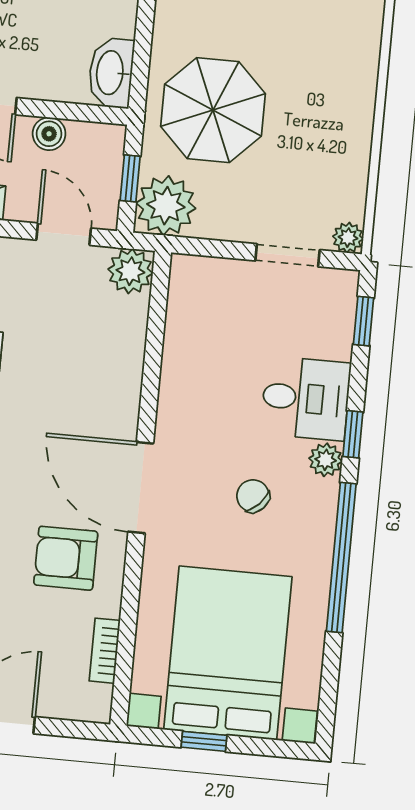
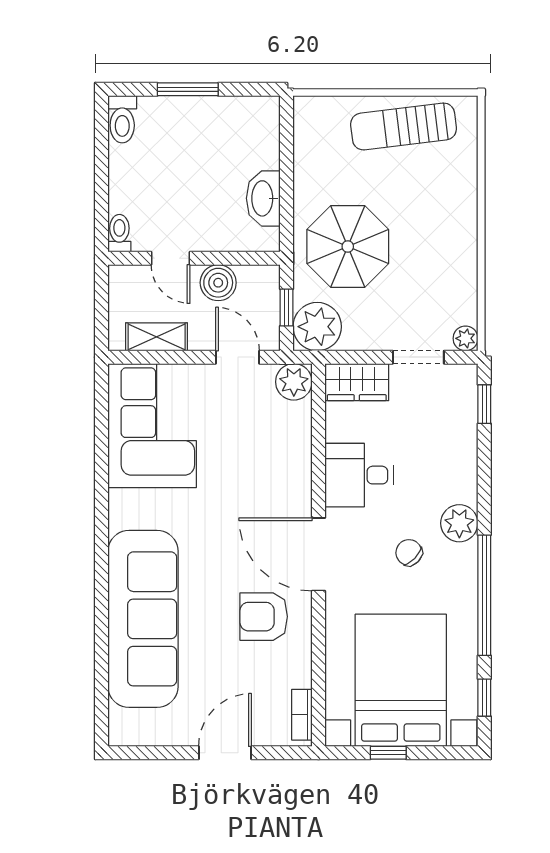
washbasin: (111, 73) -> (263, 198), moved
boiler: (49, 134) -> (218, 283), width x1.36, depth x1.36
wardrobe: (208, 279) -> (357, 382), added
desk: (306, 398) -> (359, 475), moved, turned 180
window: (353, 434) -> (484, 698), moved
plant: (326, 460) -> (459, 523), width x1.38, depth x1.38
bookcase: (105, 651) -> (302, 715), moved

